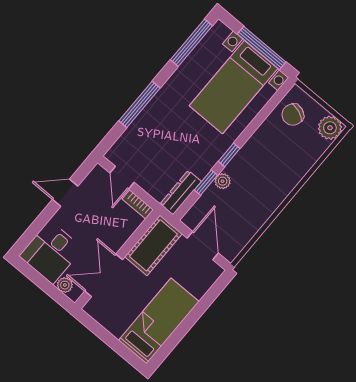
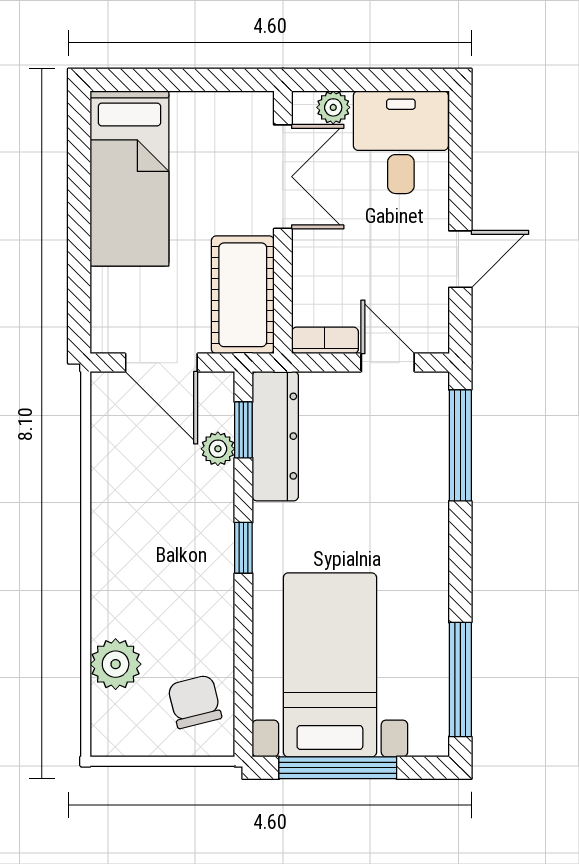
window: (139, 104) -> (460, 445), moved
chair: (293, 115) -> (195, 702), turned -35
plant: (330, 128) -> (116, 664), moved
plant: (223, 181) -> (218, 449), moved
window: (206, 183) -> (243, 430), moved
dresser: (181, 193) -> (275, 436), width x1.37, depth x1.24

